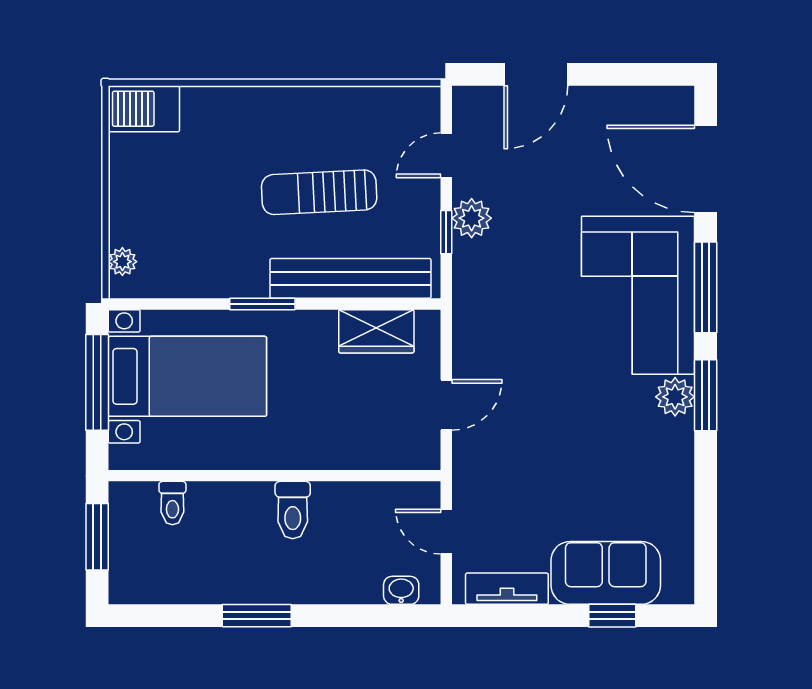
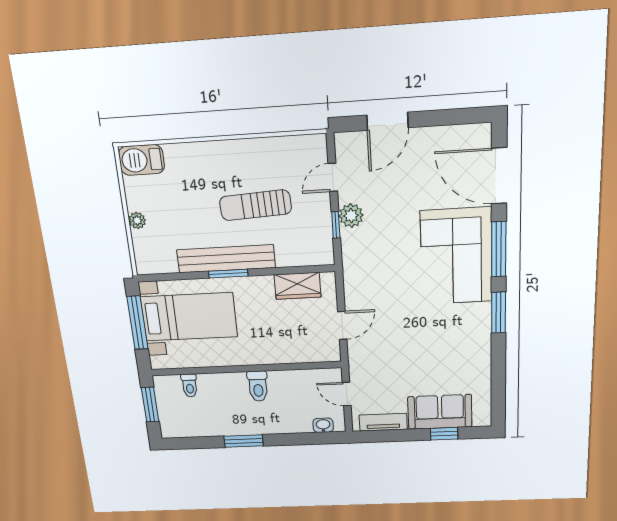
plant: (122, 262) -> (137, 220), moved
bench: (350, 278) -> (226, 259), moved
plant: (675, 397) -> (480, 314), removed

